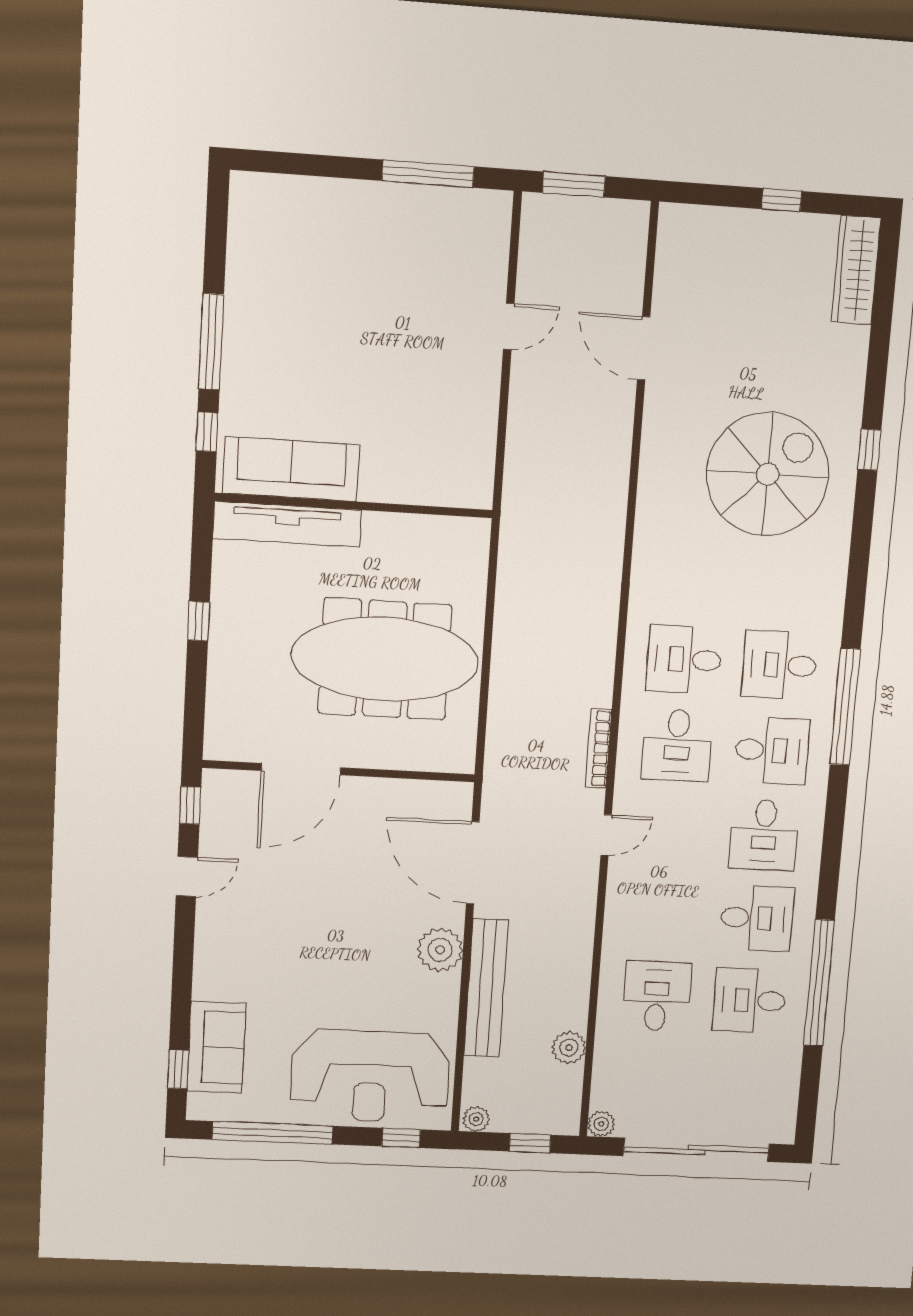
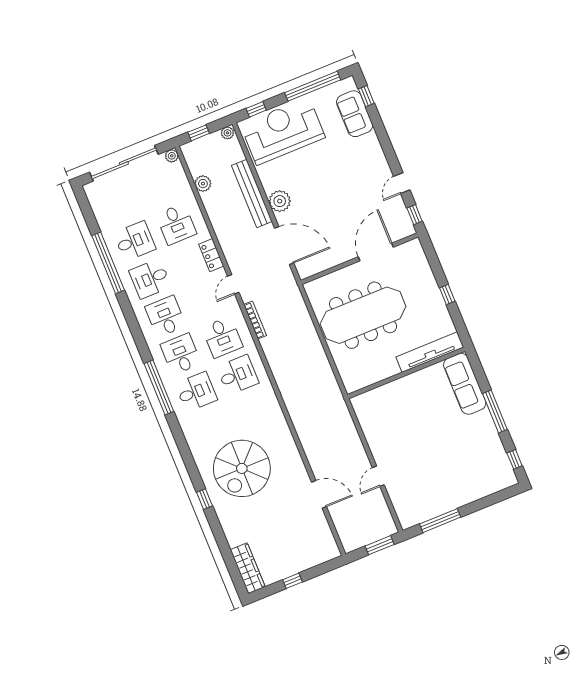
window: (207, 432) -> (515, 459), moved
sofa: (291, 469) -> (465, 384), moved, turned 90
desk: (677, 745) -> (222, 337), turned 180
desk: (772, 750) -> (181, 354), turned 90
locker: (620, 909) -> (211, 255), added

